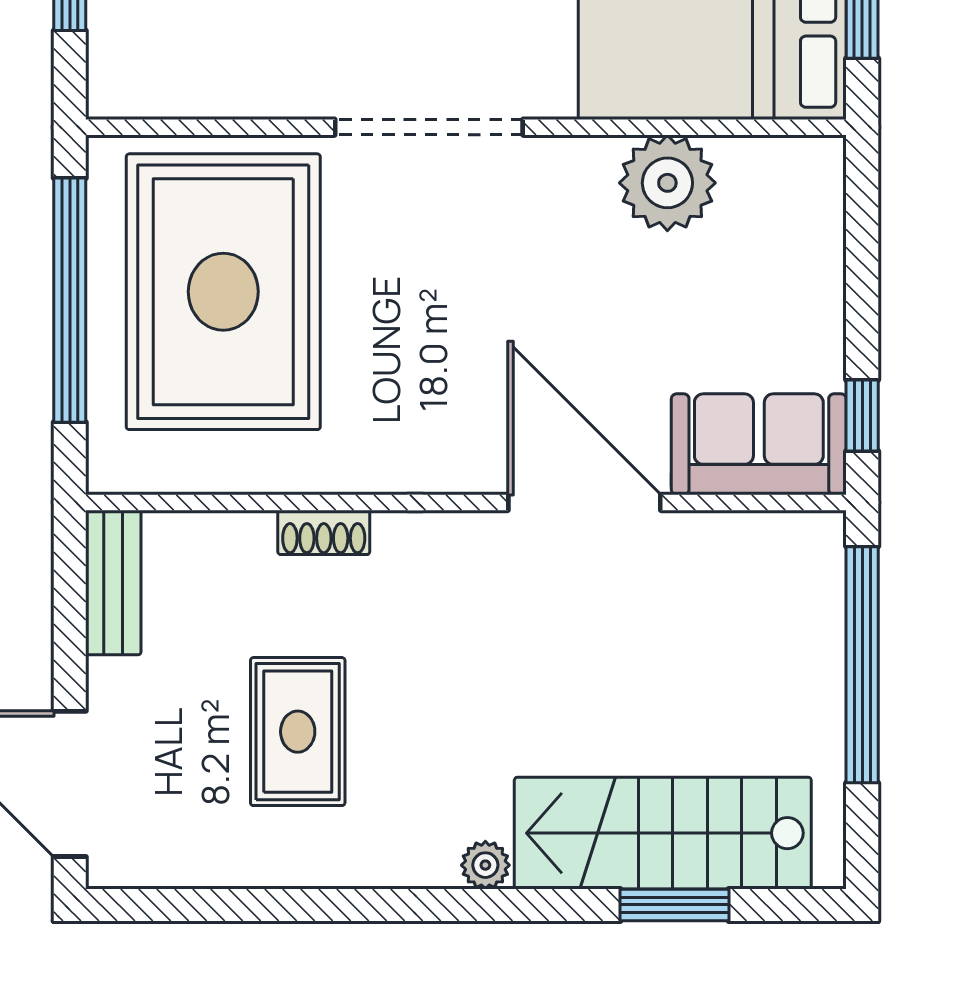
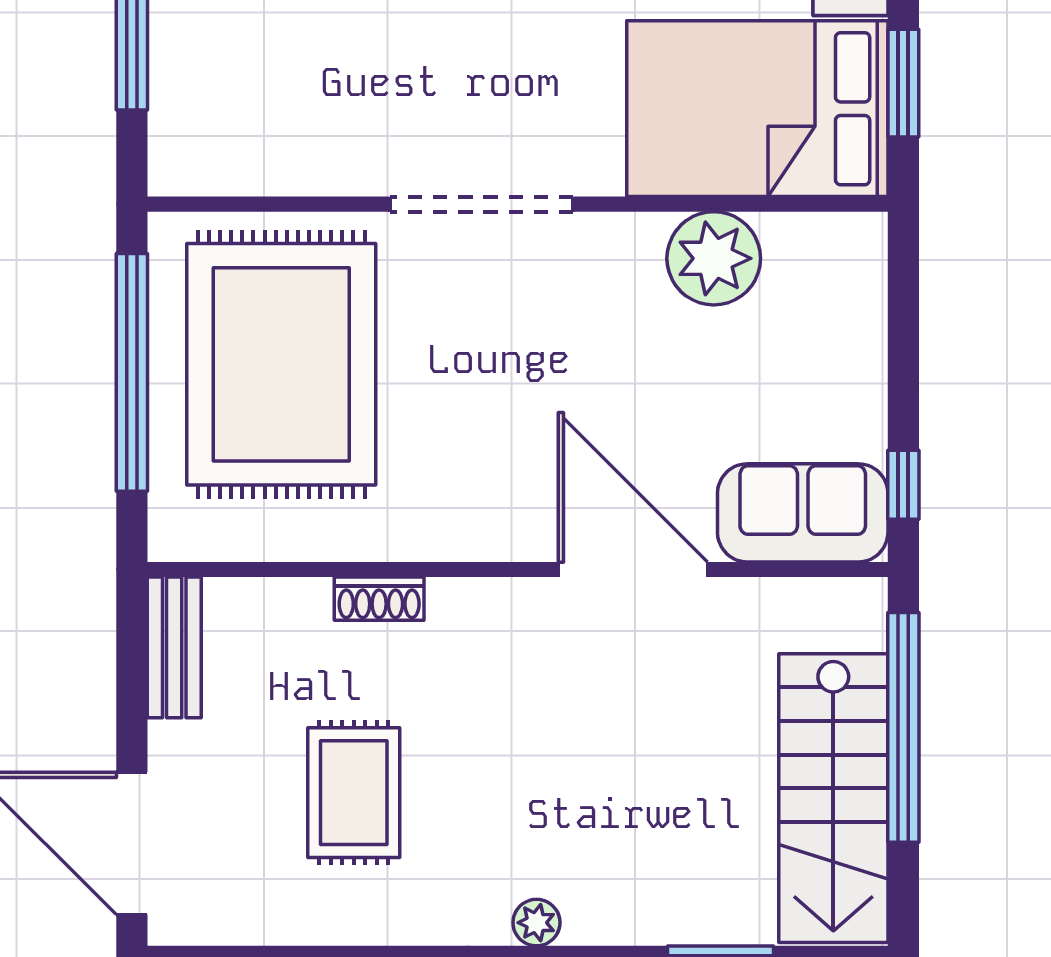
stairs: (663, 833) -> (833, 798), moved, turned -90

